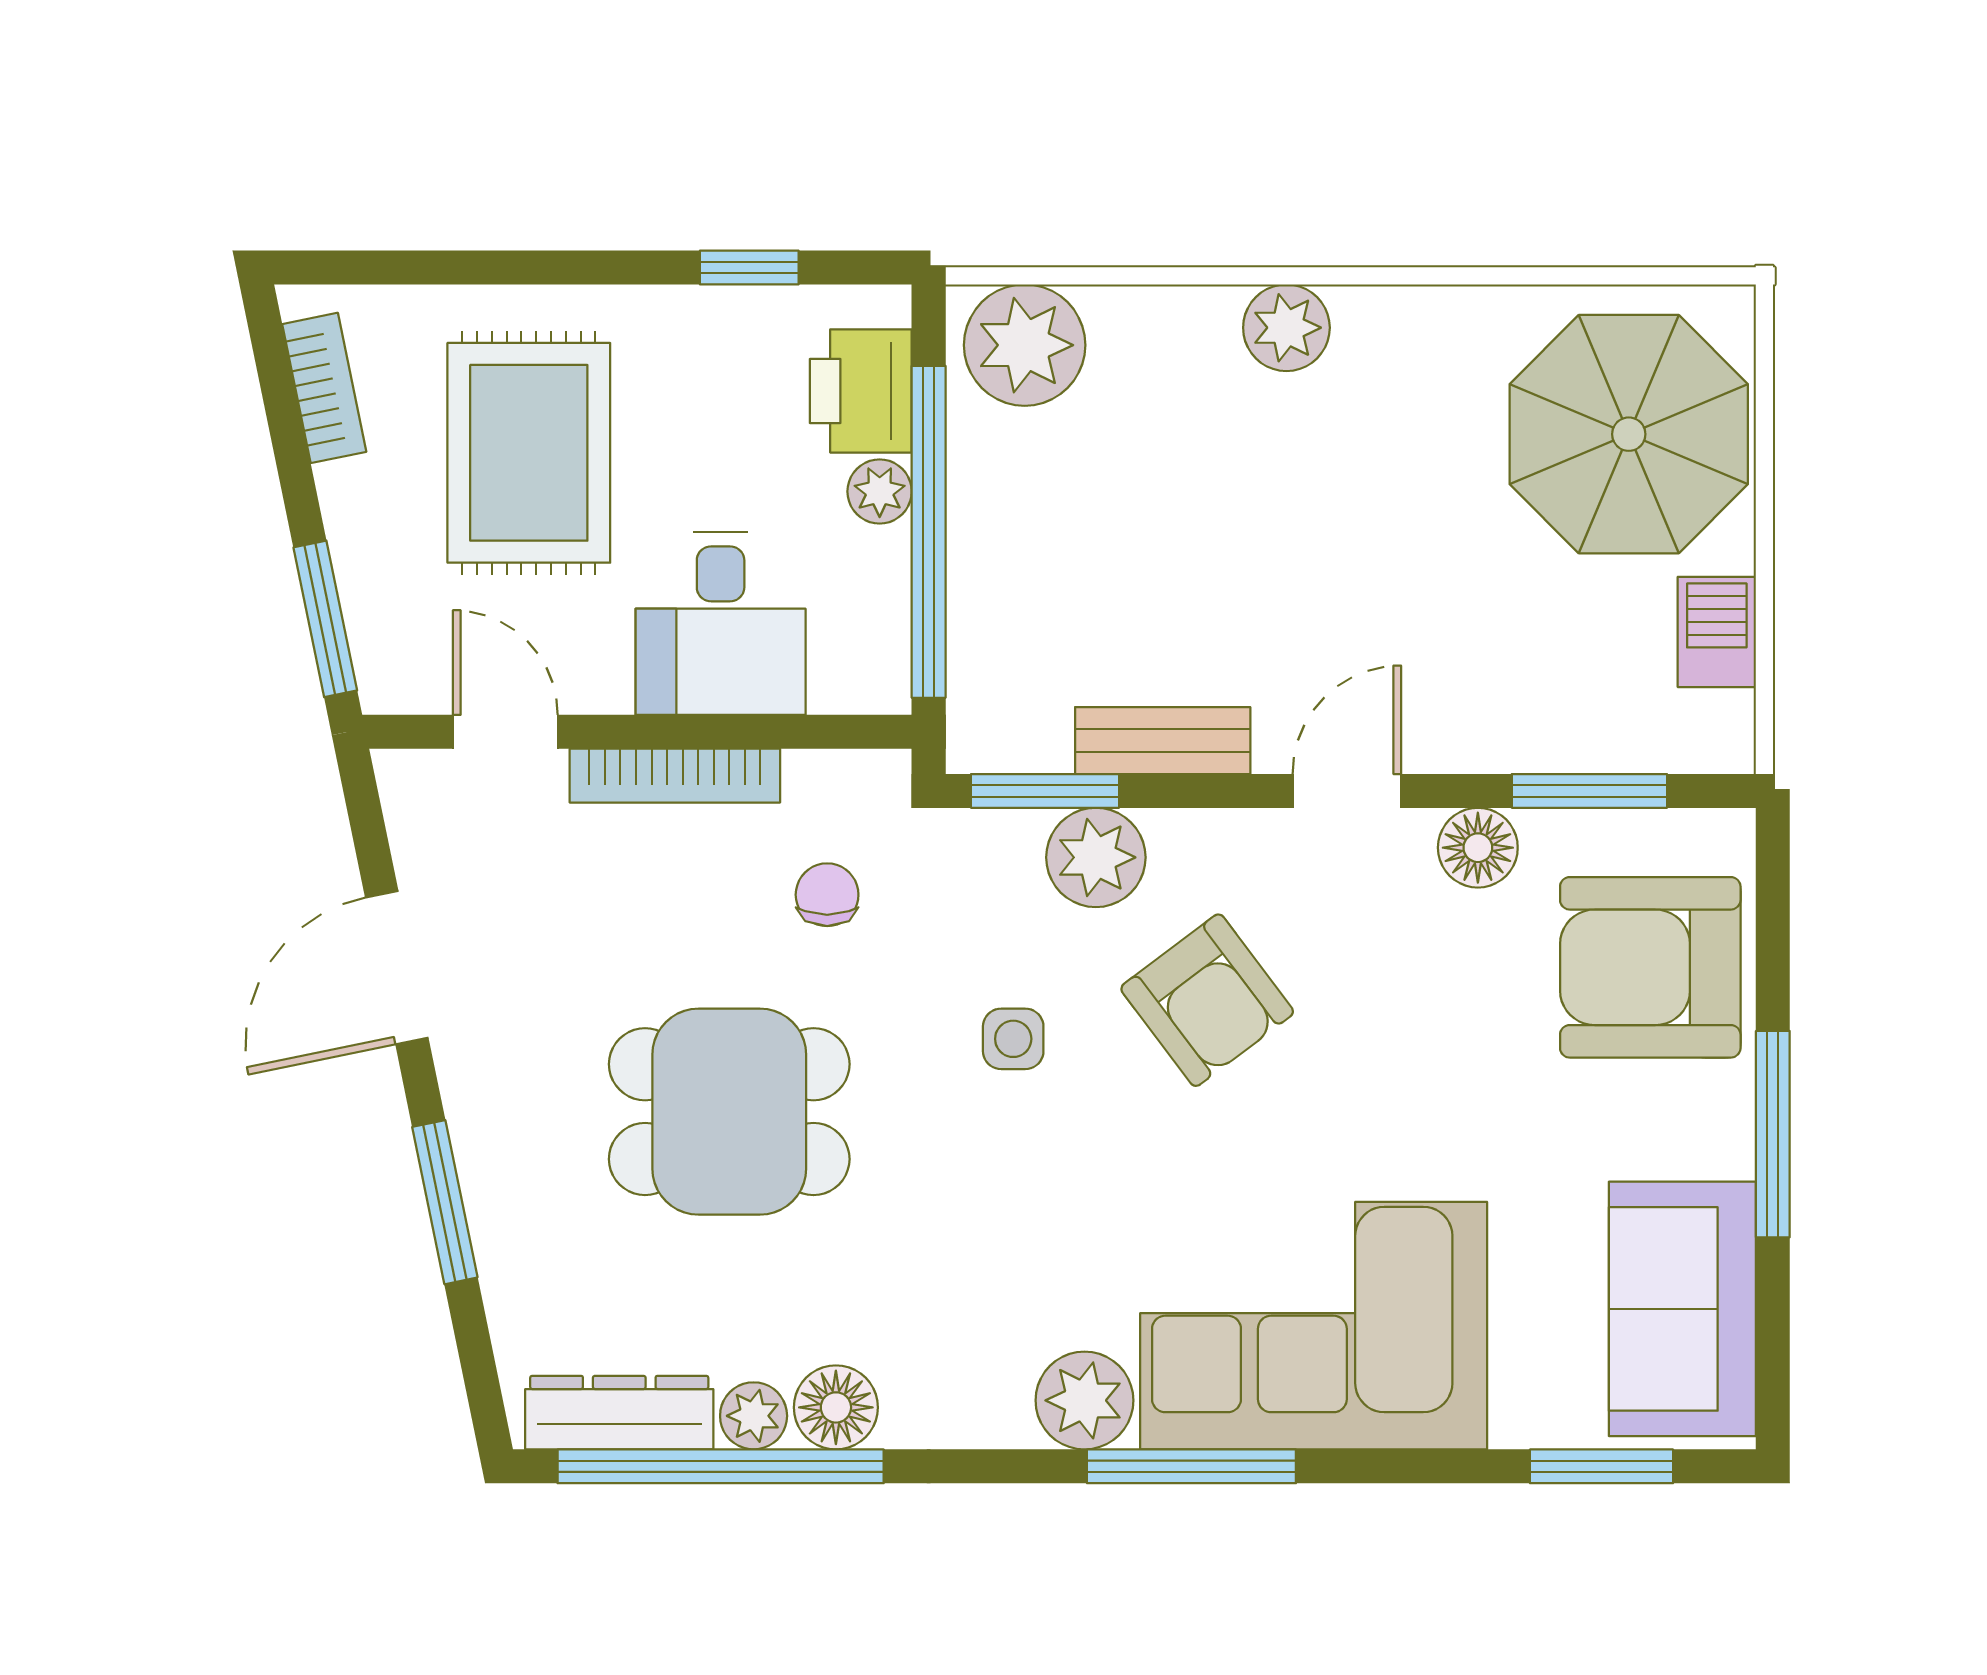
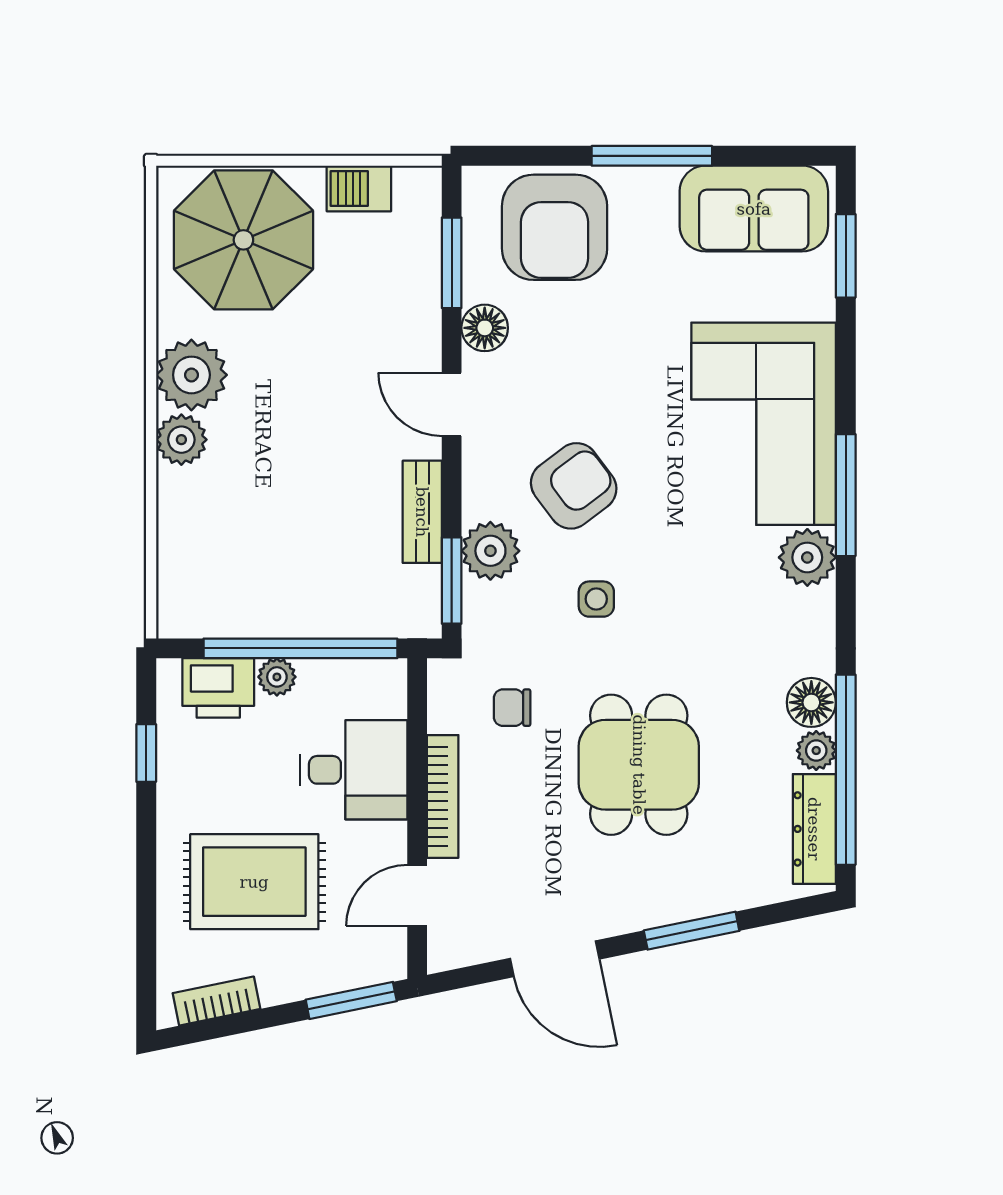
plant: (1025, 345) -> (191, 375), moved

